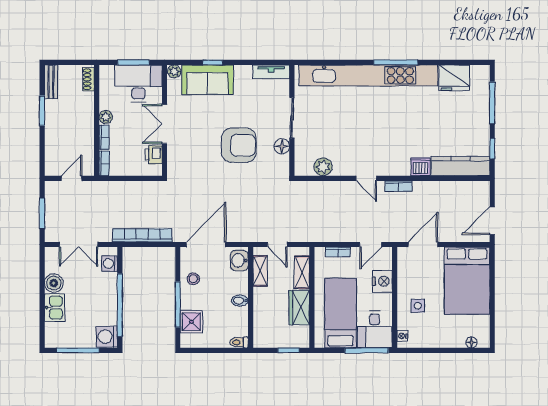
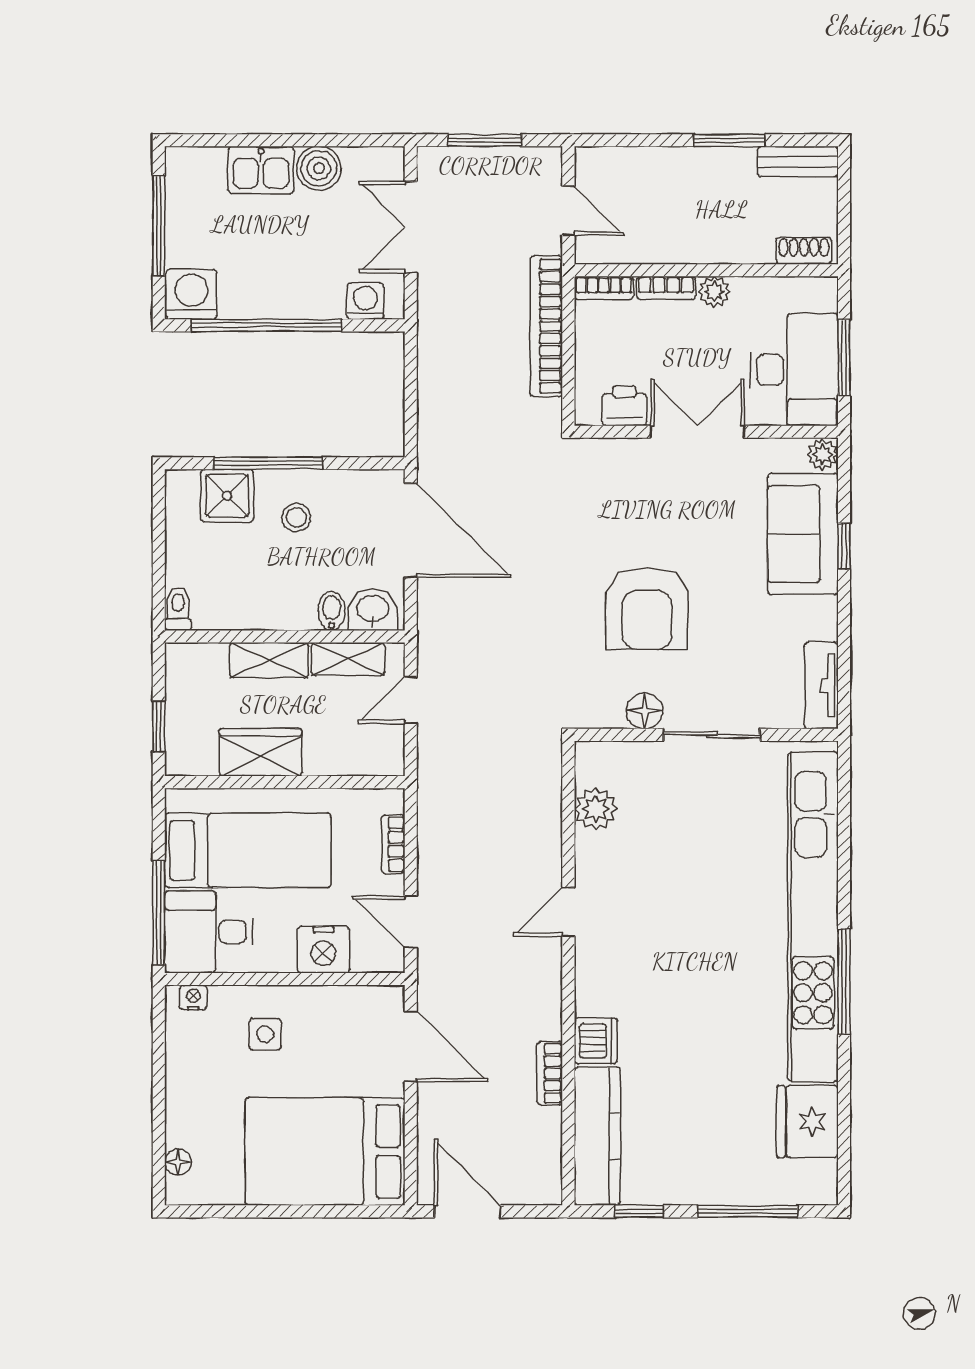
bookcase: (398, 186) -> (550, 1073), moved
bookcase: (142, 235) -> (546, 326), moved, turned 180
shelving: (302, 272) -> (269, 660), moved
stool: (193, 279) -> (296, 517), moved
bidet: (240, 301) -> (332, 611), moved

